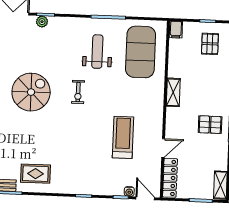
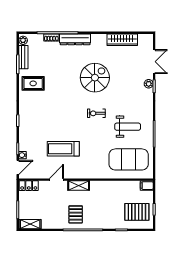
pallet: (210, 44) -> (137, 212), width x1.50, depth x1.42
spiral stairs: (31, 92) -> (95, 78), turned -90
shelving: (173, 92) -> (79, 185), moved
treadmill: (123, 137) -> (63, 149), turned 180
door: (163, 148) -> (56, 180), swing flipped
rug: (35, 174) -> (33, 83), turned 90
locker: (170, 178) -> (29, 186), width x0.66

